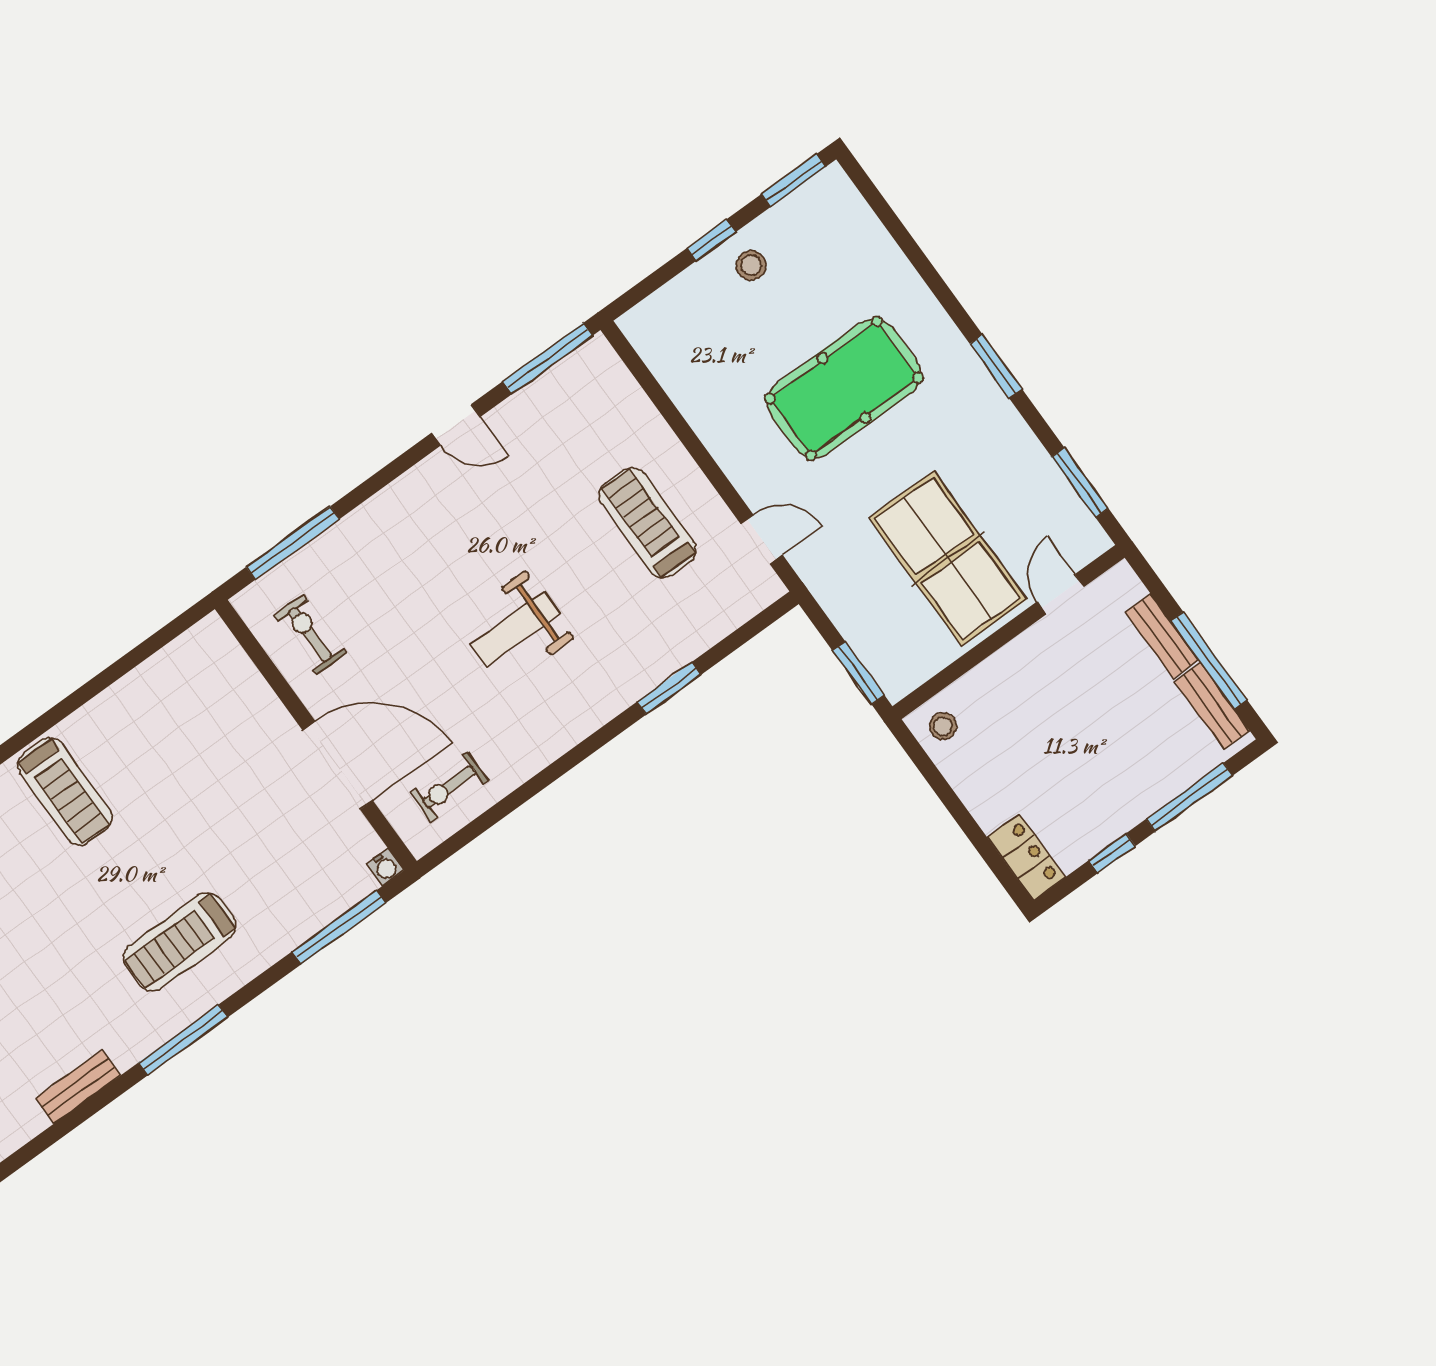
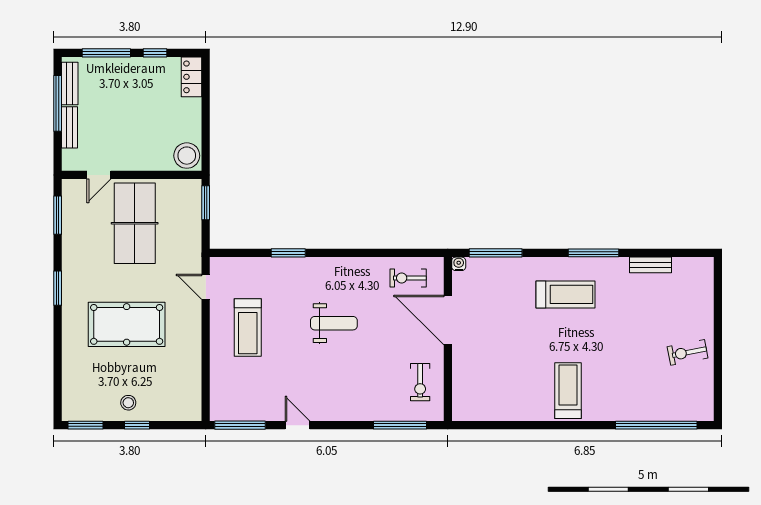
stool: (943, 726) -> (187, 156), width x1.89, depth x1.89
exercise bike: (449, 787) -> (408, 278), turned 180

